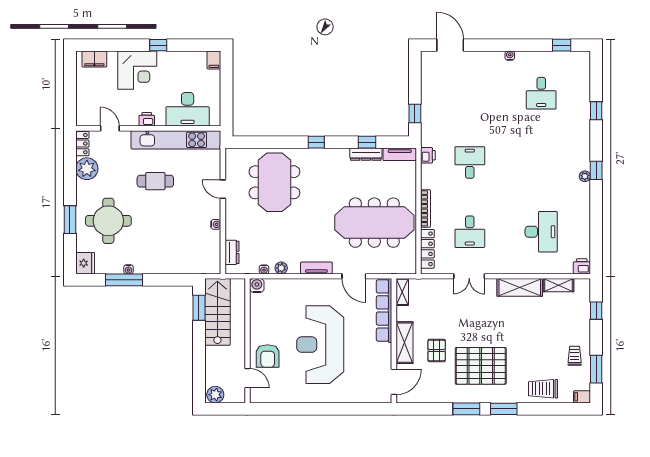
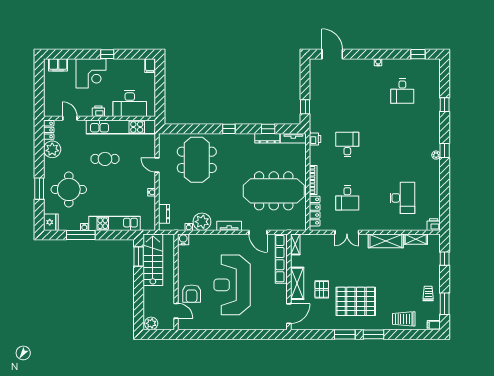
kitchen unit: (168, 265) -> (114, 223), added
plant: (281, 268) -> (202, 222), width x1.87, depth x1.87

